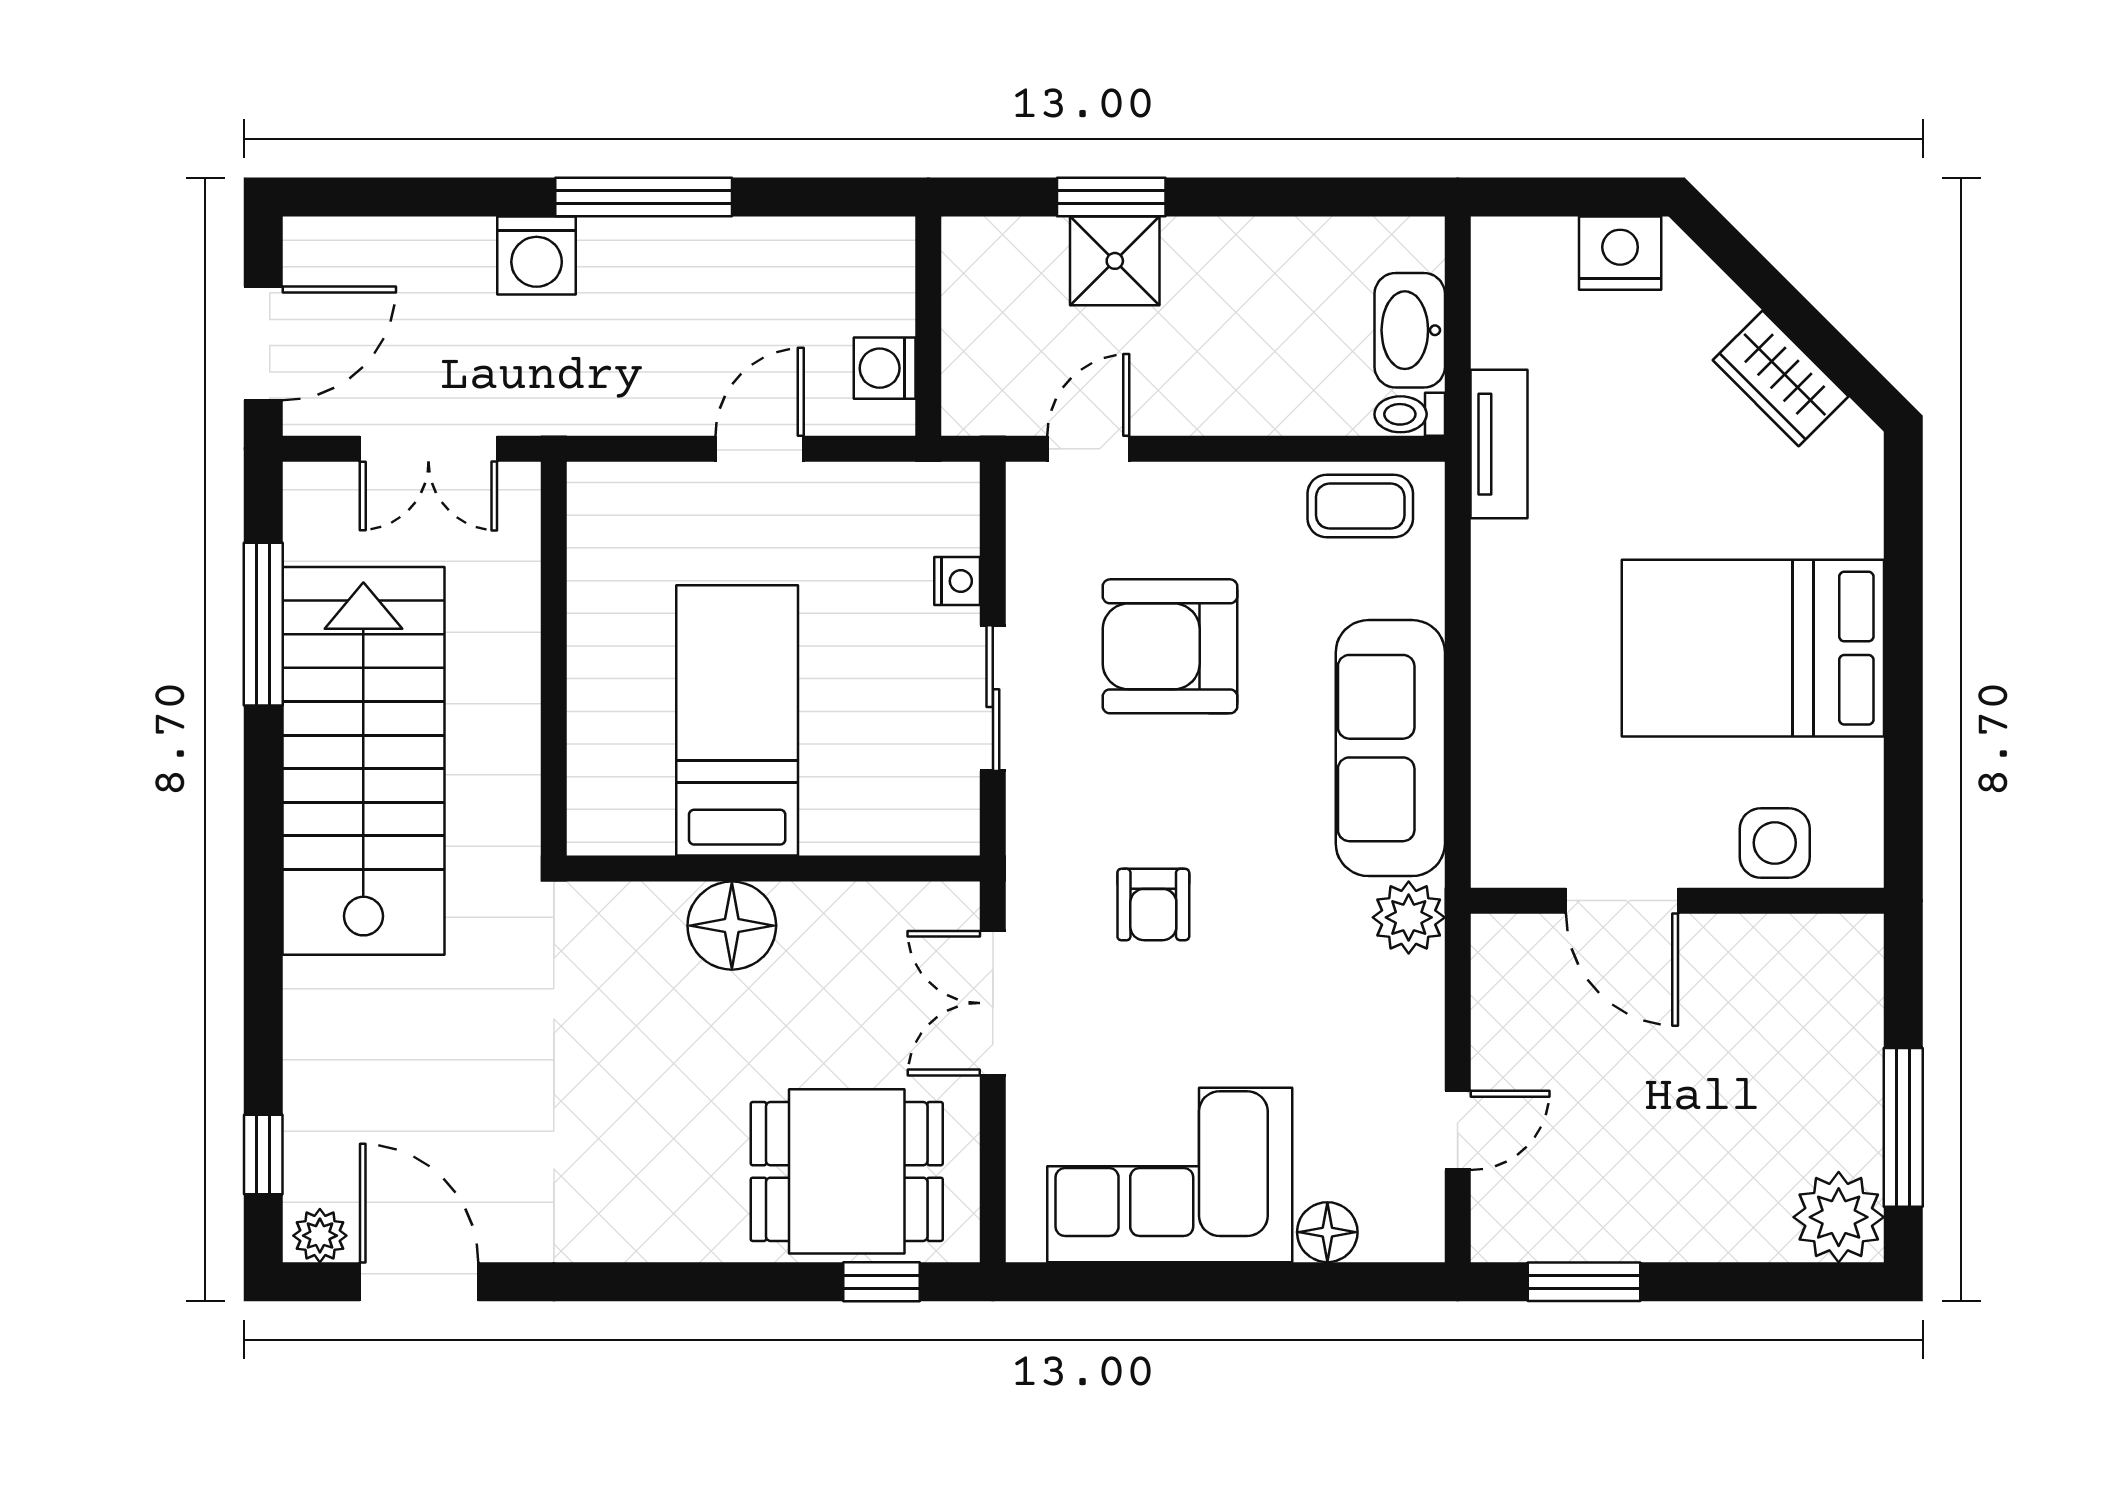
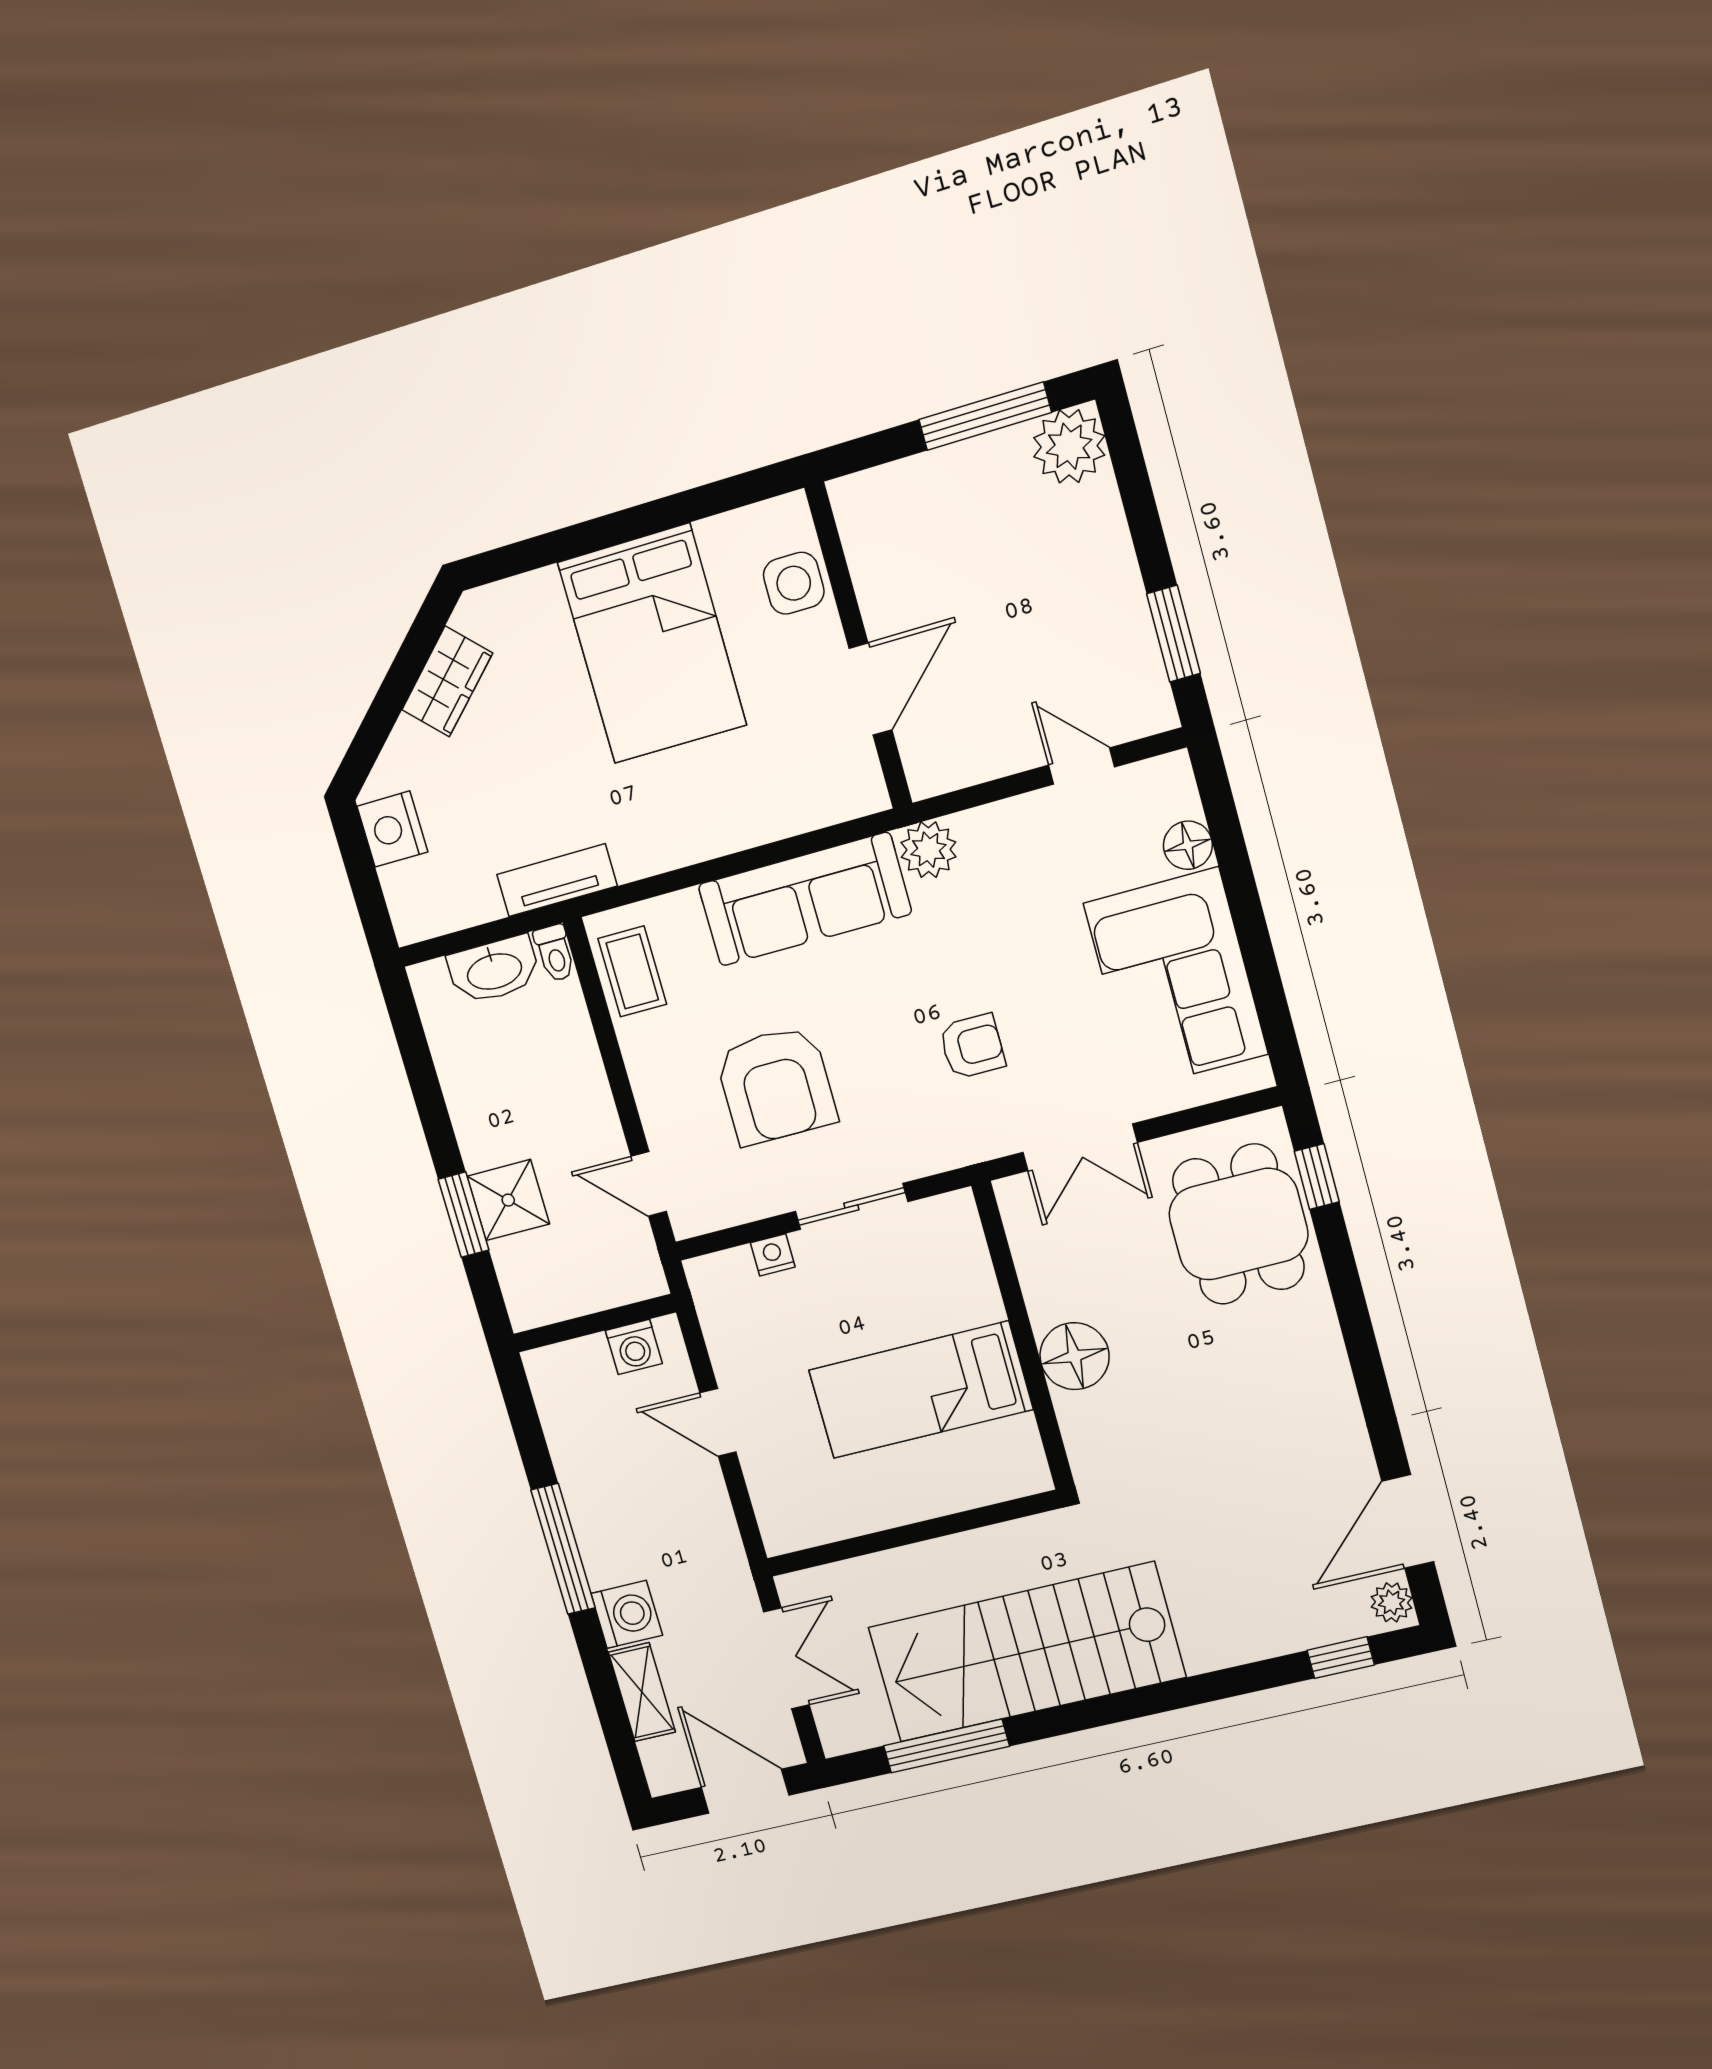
shelving: (428, 245) -> (642, 1692), added

